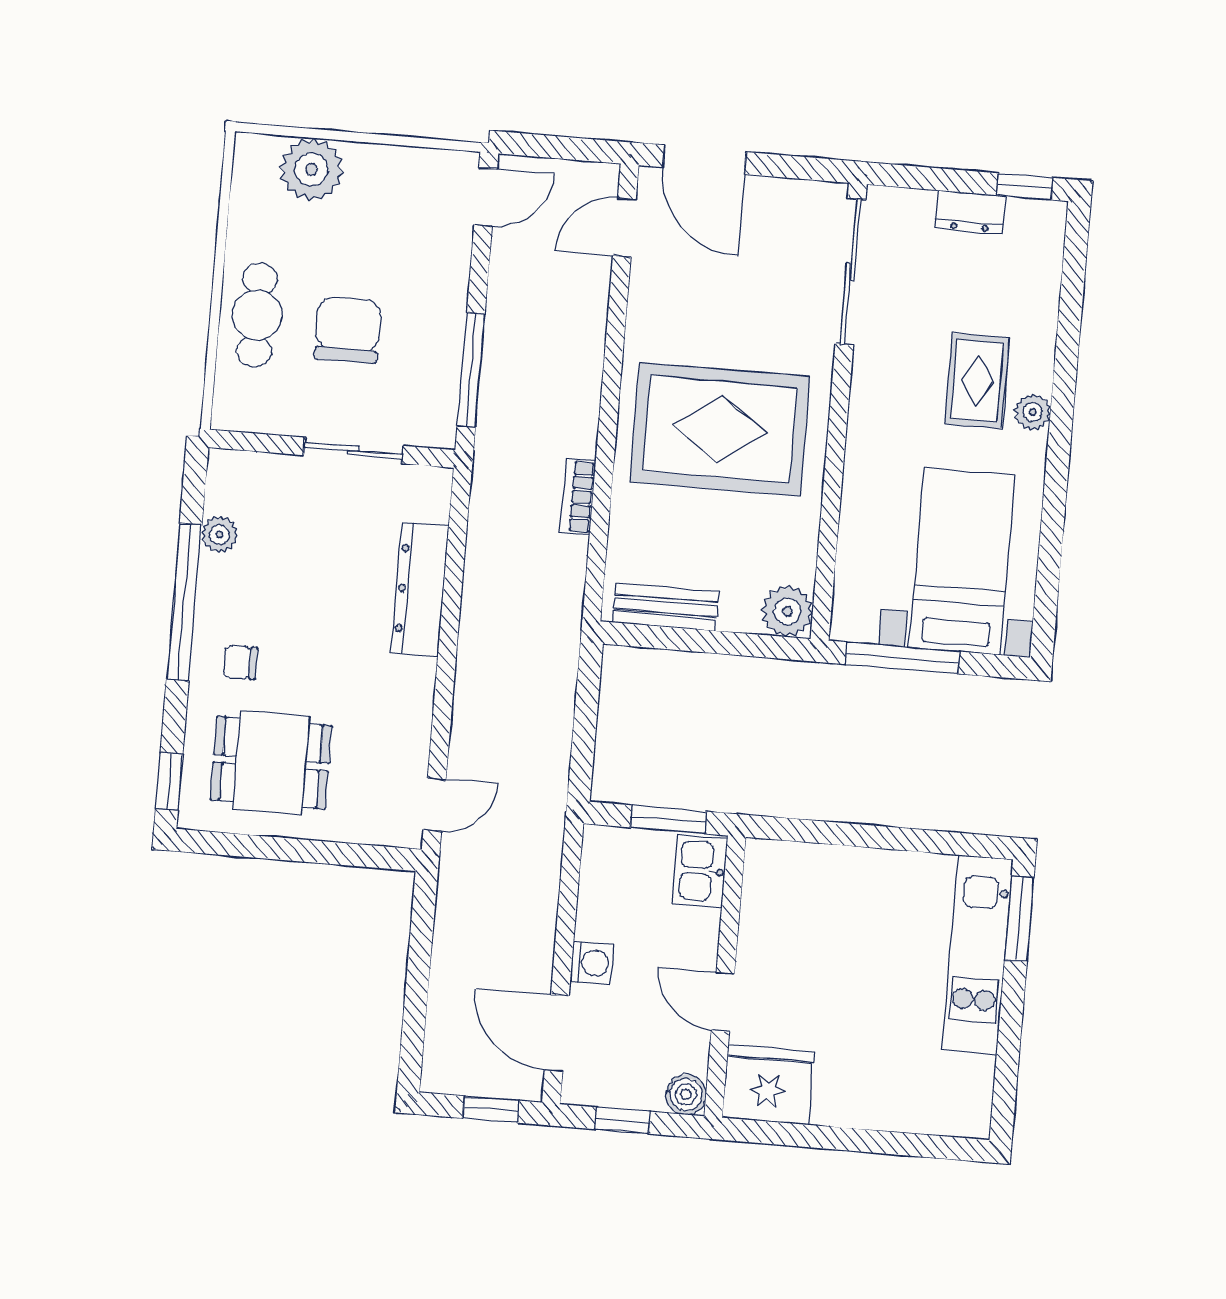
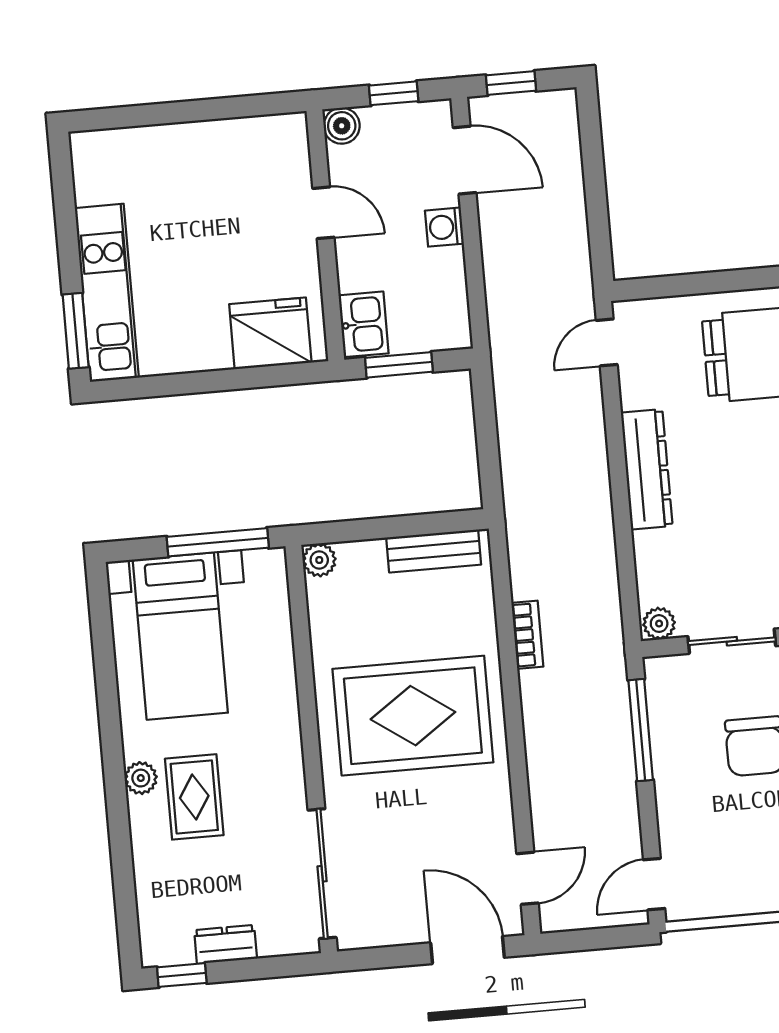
plant: (430, 484) -> (659, 624), added
dresser: (420, 589) -> (647, 469), moved
plant: (787, 611) -> (319, 560), width x0.73, depth x0.73
fridge: (768, 1085) -> (270, 333), moved, turned 180

